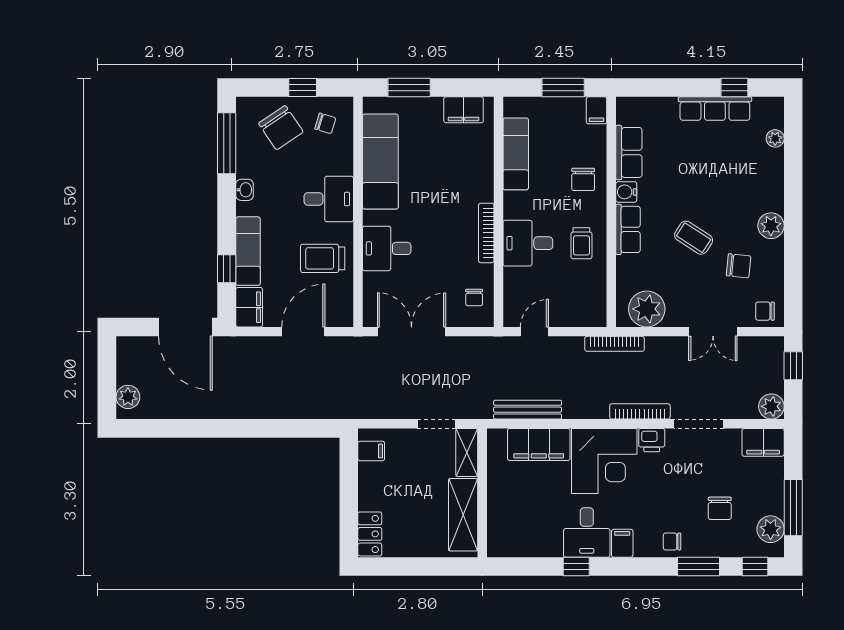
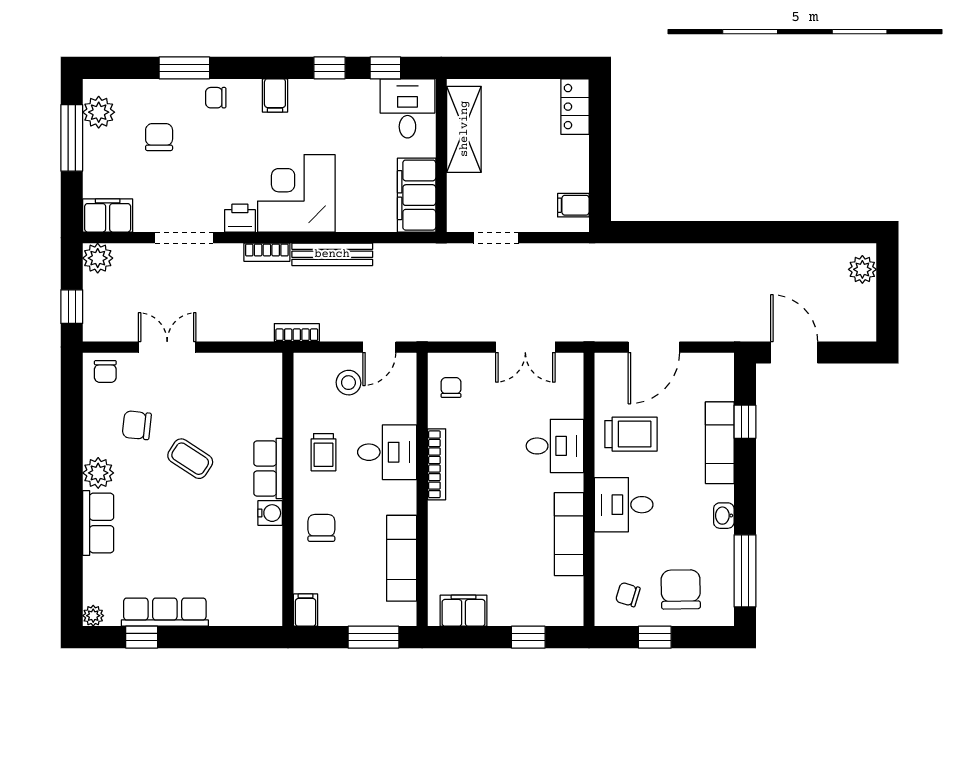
window: (409, 88) -> (528, 637), width x0.67
window: (563, 88) -> (373, 637), moved
chair: (281, 128) -> (681, 589), turned 33
plant: (775, 138) -> (93, 616), moved
row of seats: (629, 152) -> (98, 523), moved, turned 180
exam couch: (380, 162) -> (569, 534), width x0.73, depth x0.69
trolley: (581, 243) -> (323, 452), turned 180
stool: (560, 302) -> (348, 383), added
filing cabinet: (249, 307) -> (718, 376), removed
plant: (647, 309) -> (246, 374), removed
chair: (765, 311) -> (105, 371), turned 90
door: (185, 327) -> (794, 353), width x0.73
double door: (412, 332) -> (525, 347), width x0.73
bookcase: (615, 344) -> (297, 333), width x0.64
bench: (528, 410) -> (332, 254), moved
bookcase: (640, 411) -> (267, 252), width x0.64
filing cabinet: (539, 444) -> (417, 195), moved, turned -90
shelving: (467, 453) -> (460, 203), removed
desk: (587, 532) -> (407, 108), moved
chair: (672, 541) -> (216, 98), turned 180
window: (755, 567) -> (385, 68), moved

